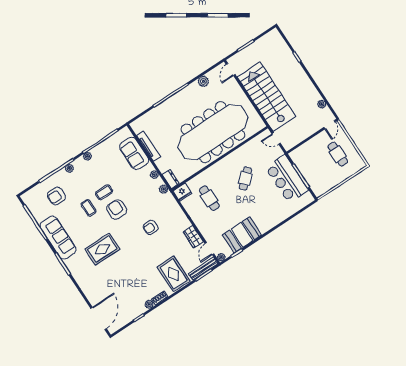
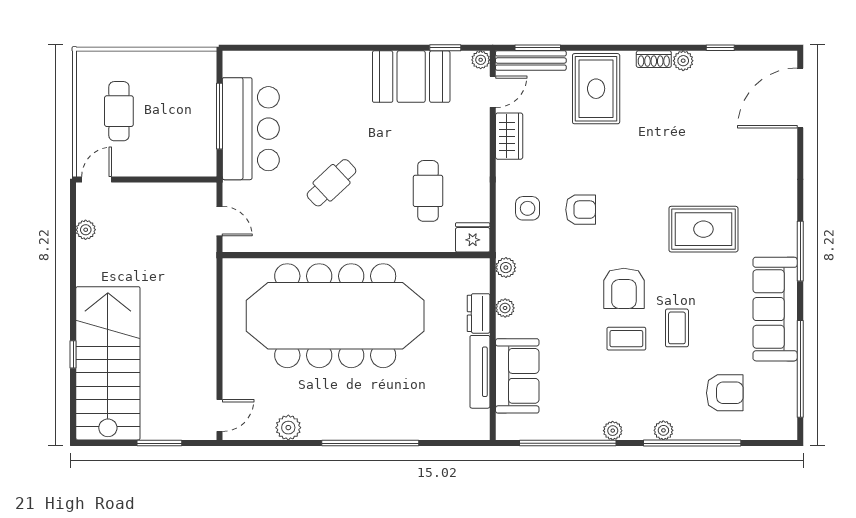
stairs: (266, 97) -> (108, 363), moved, turned 180
dresser: (171, 179) -> (479, 313), moved
side table: (170, 215) -> (528, 208), added

